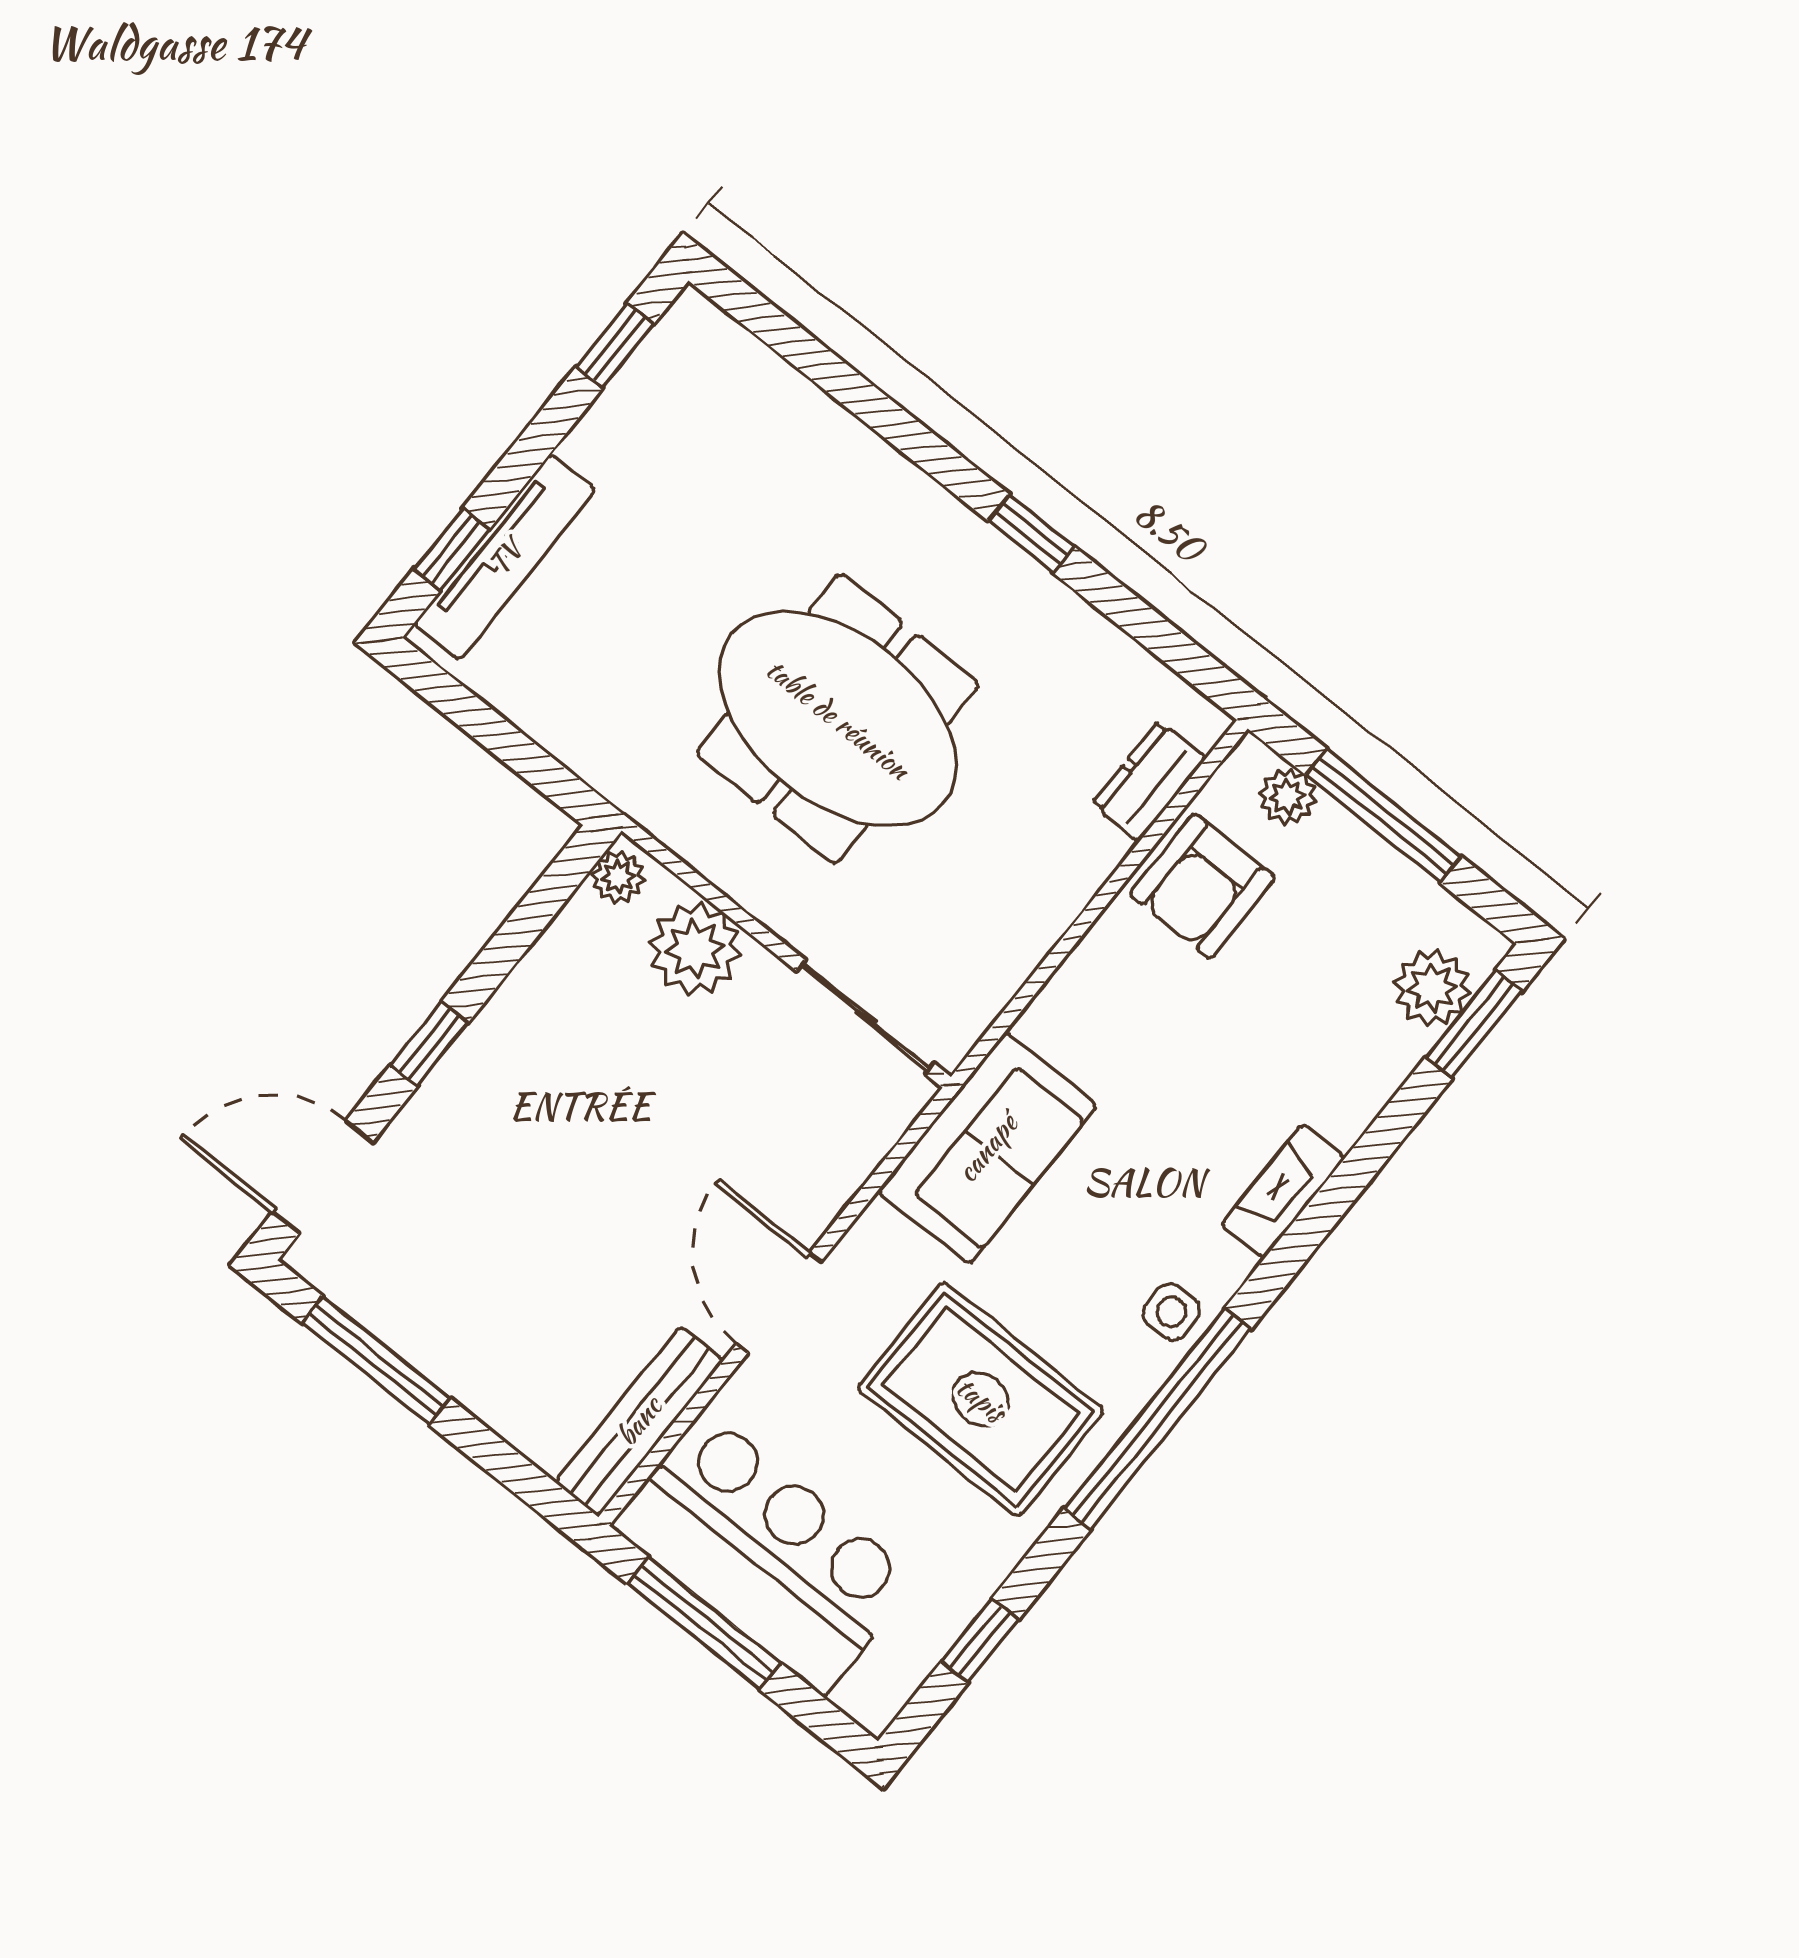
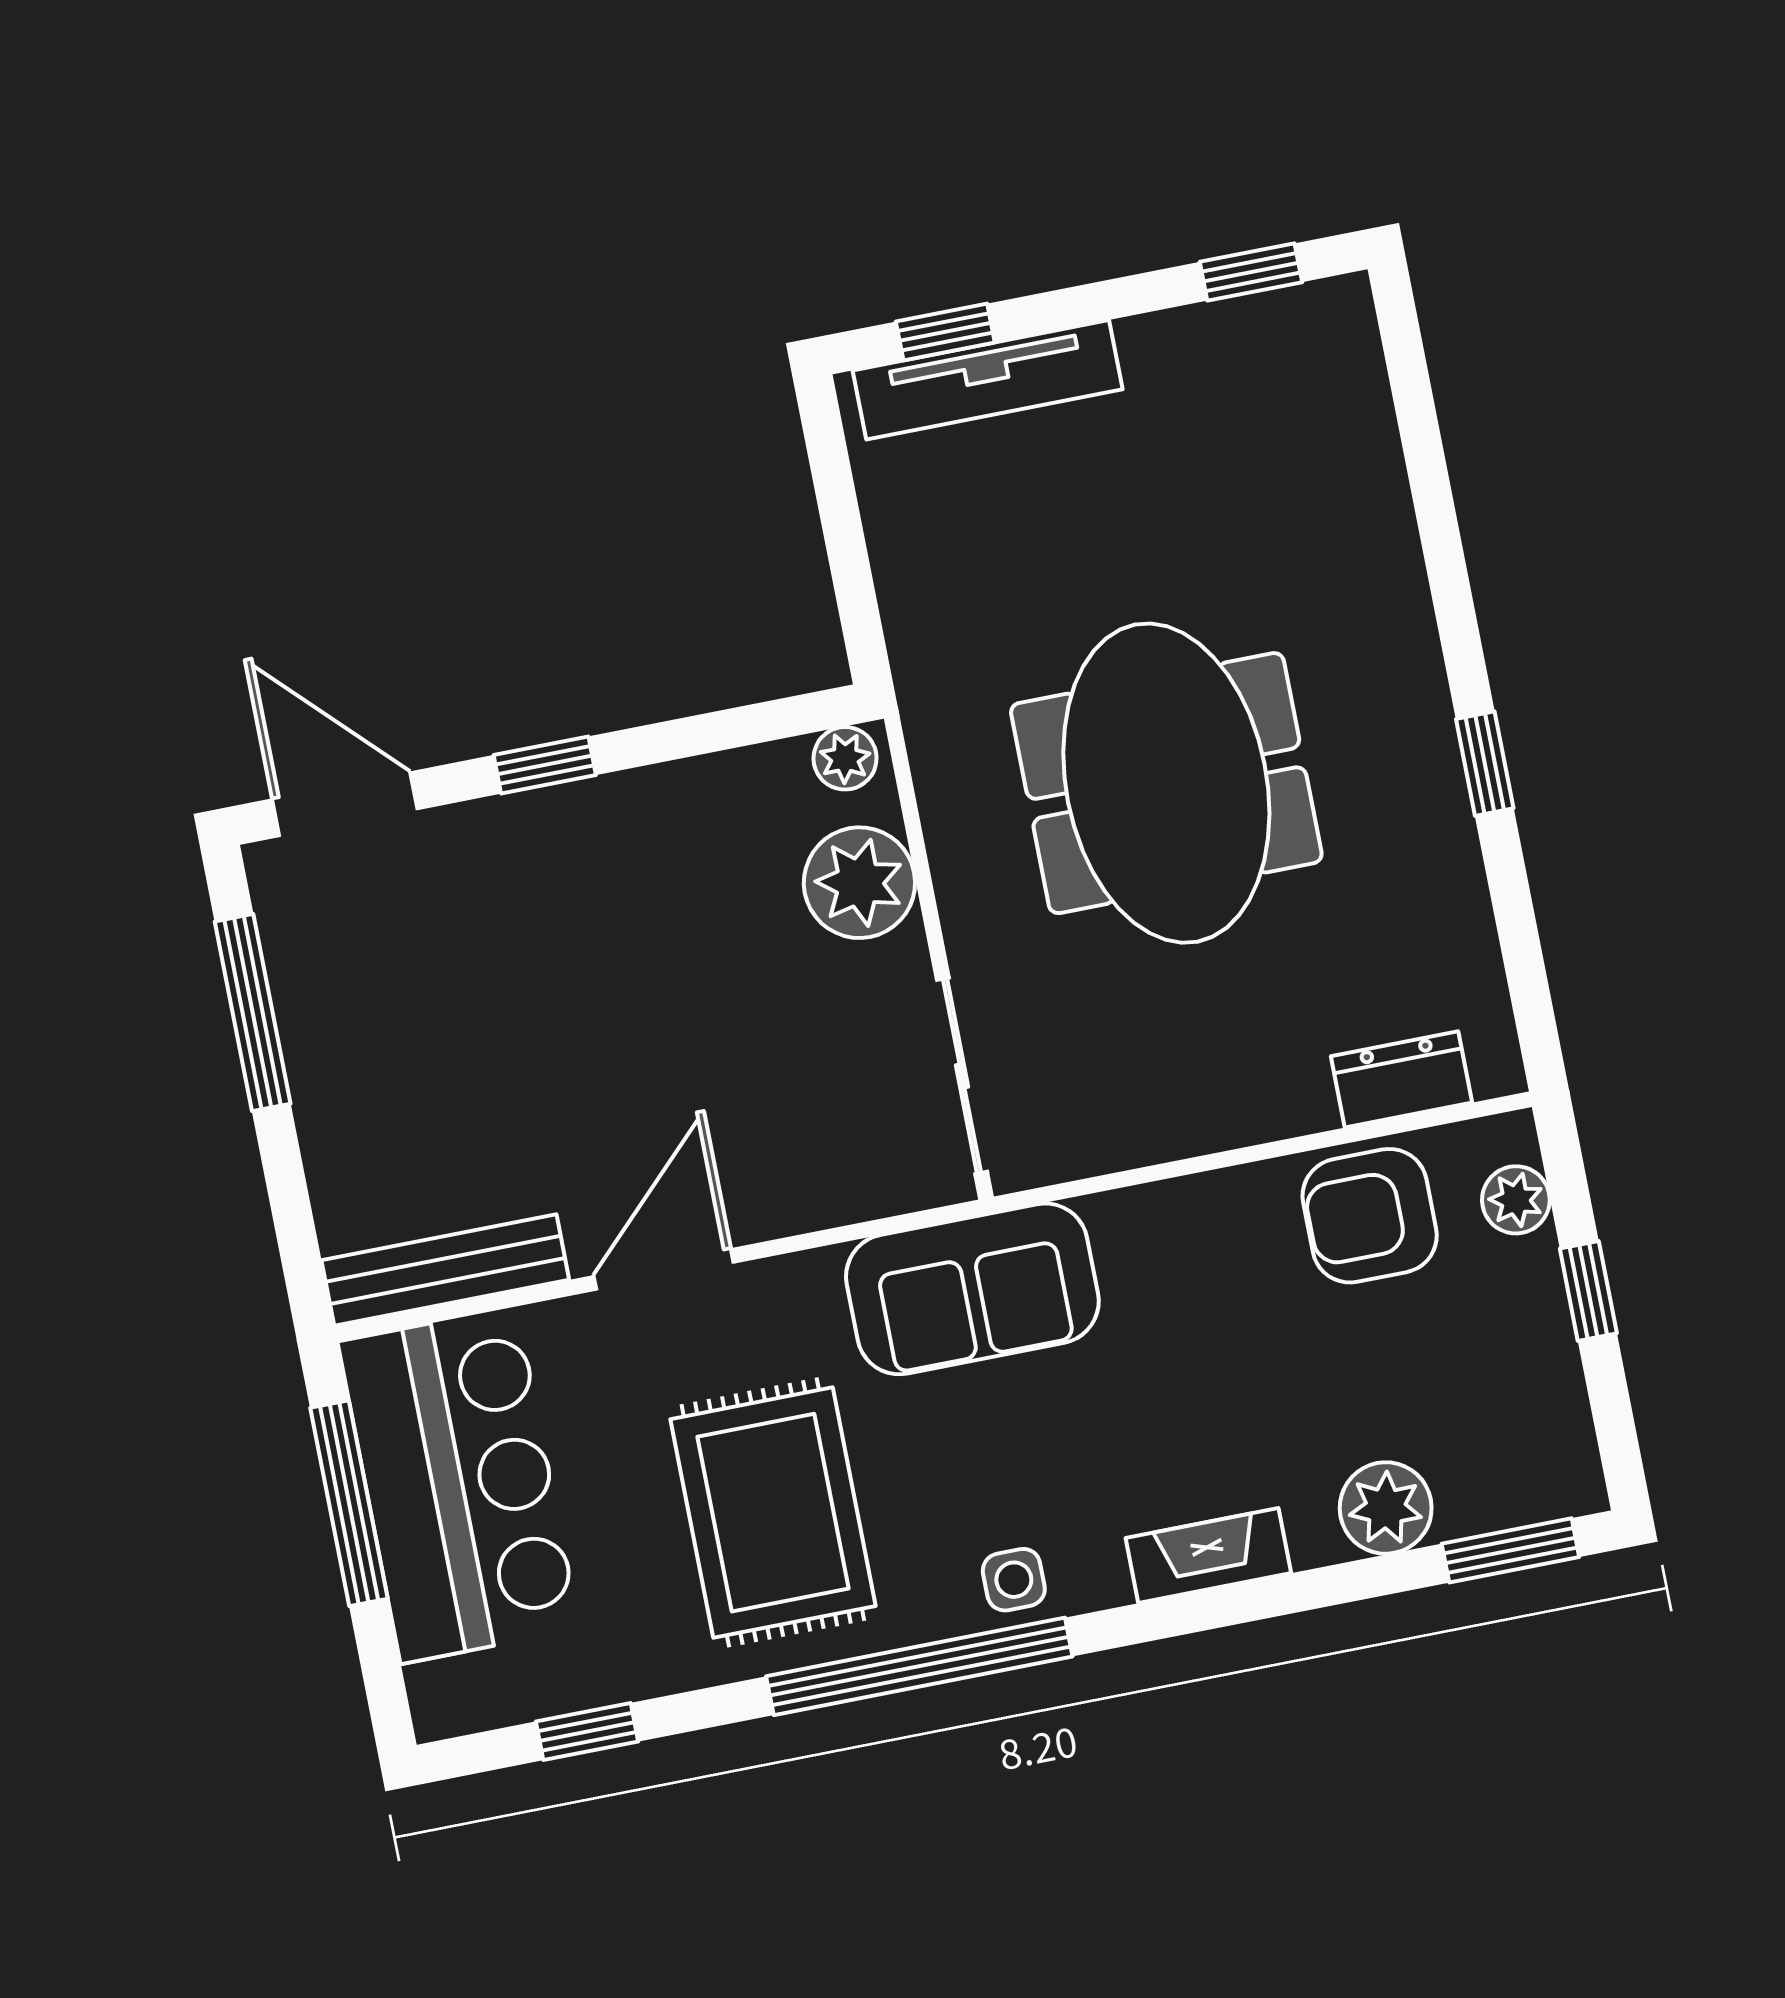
window: (1383, 816) -> (1588, 1291), width x0.46
plant: (1432, 988) -> (1386, 1508), moved

